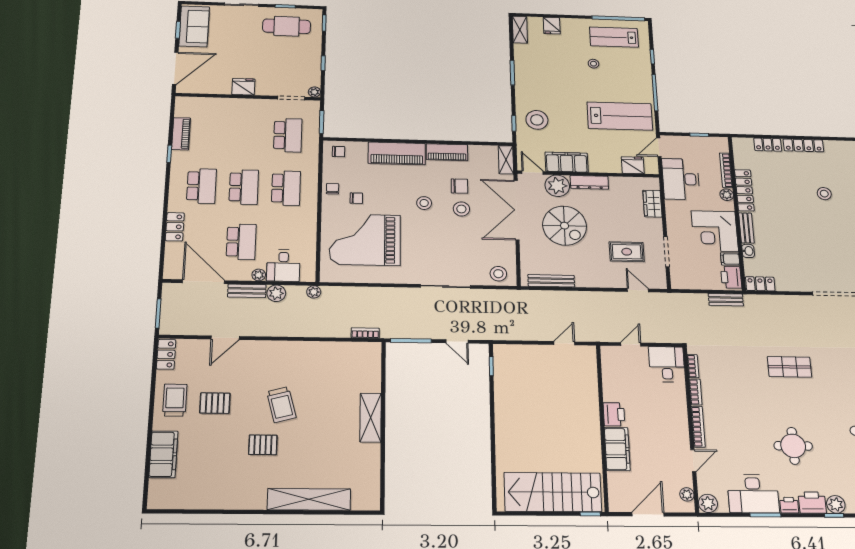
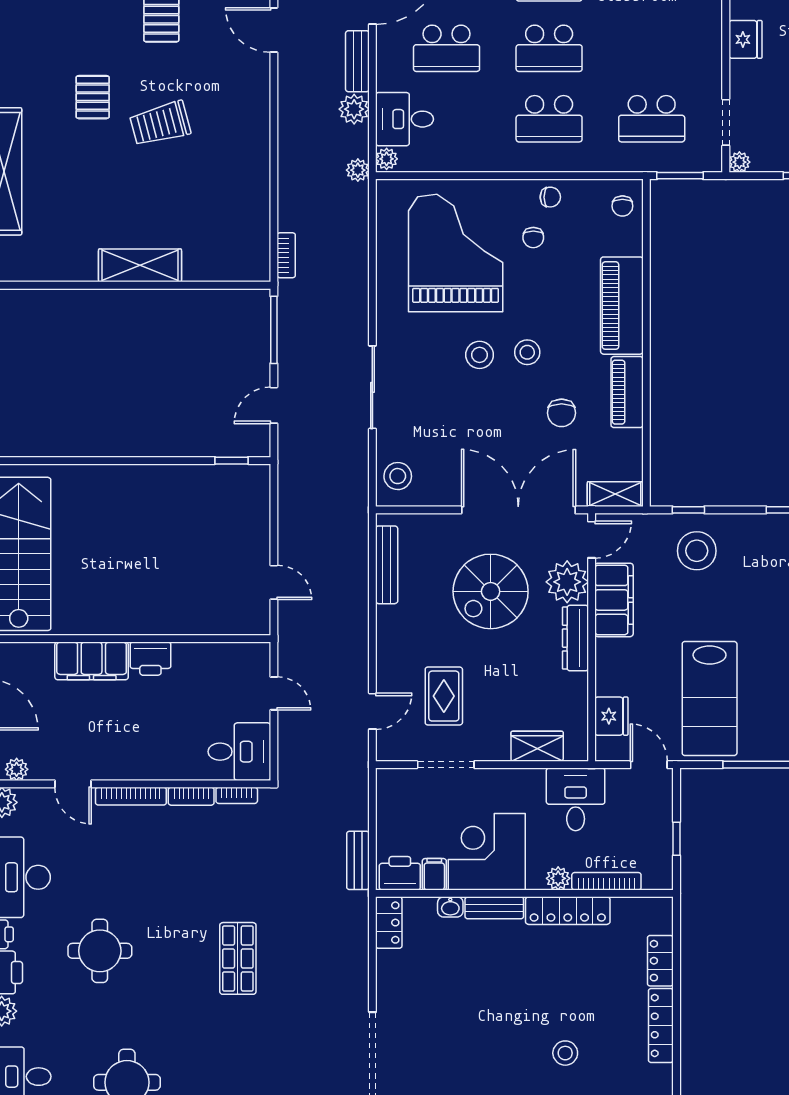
desk: (681, 179) -> (576, 799), width x0.73
stool: (461, 209) -> (480, 355), moved
plant: (259, 275) -> (387, 159), moved

